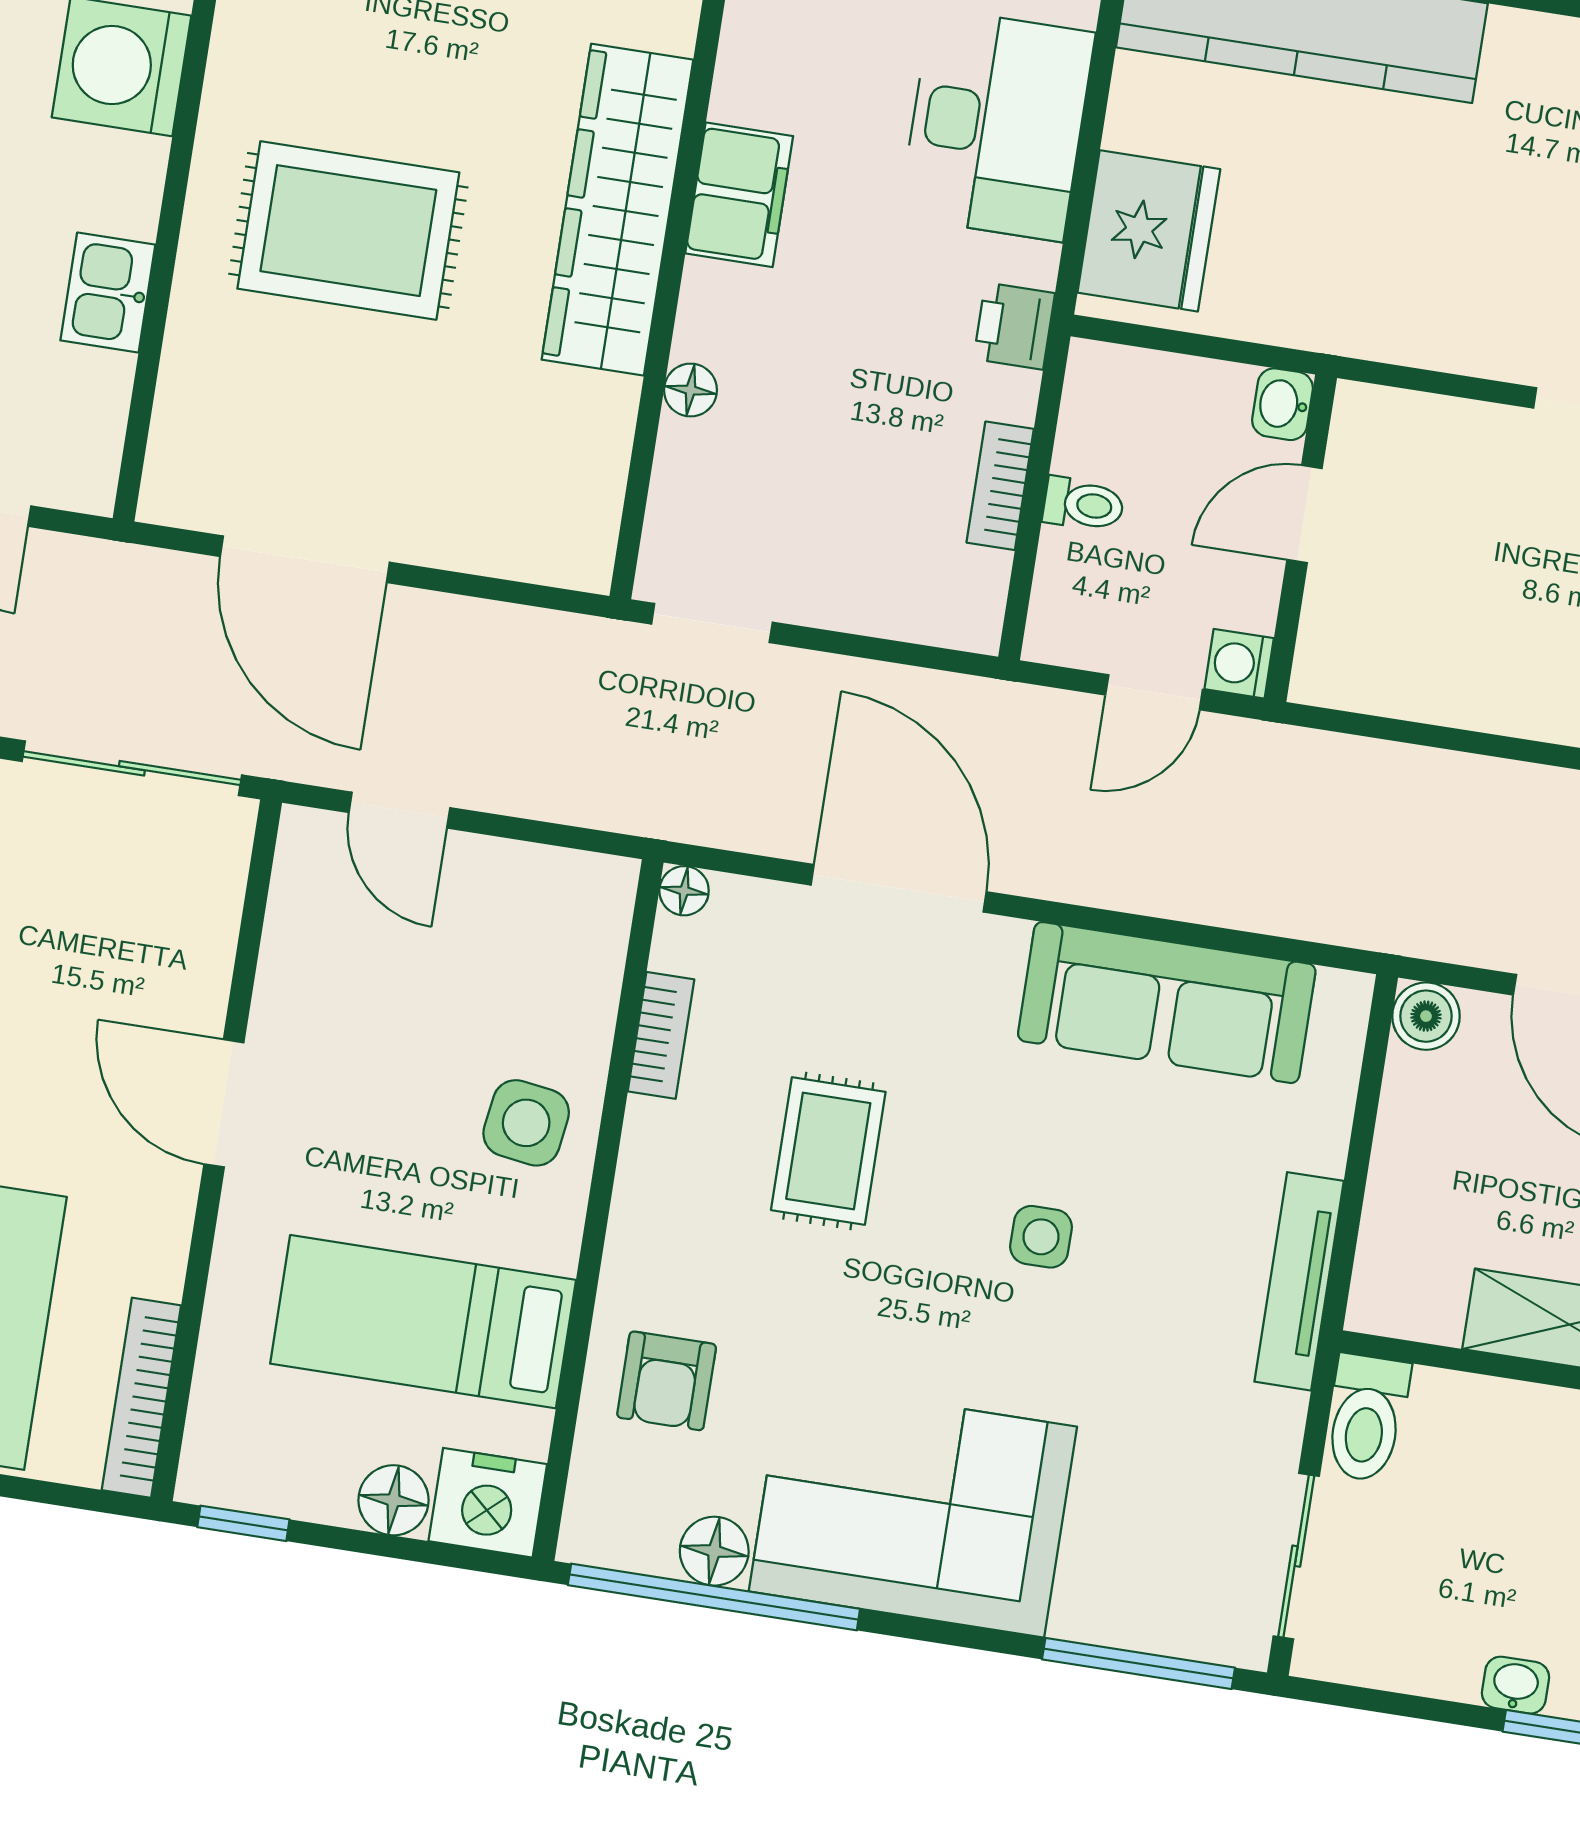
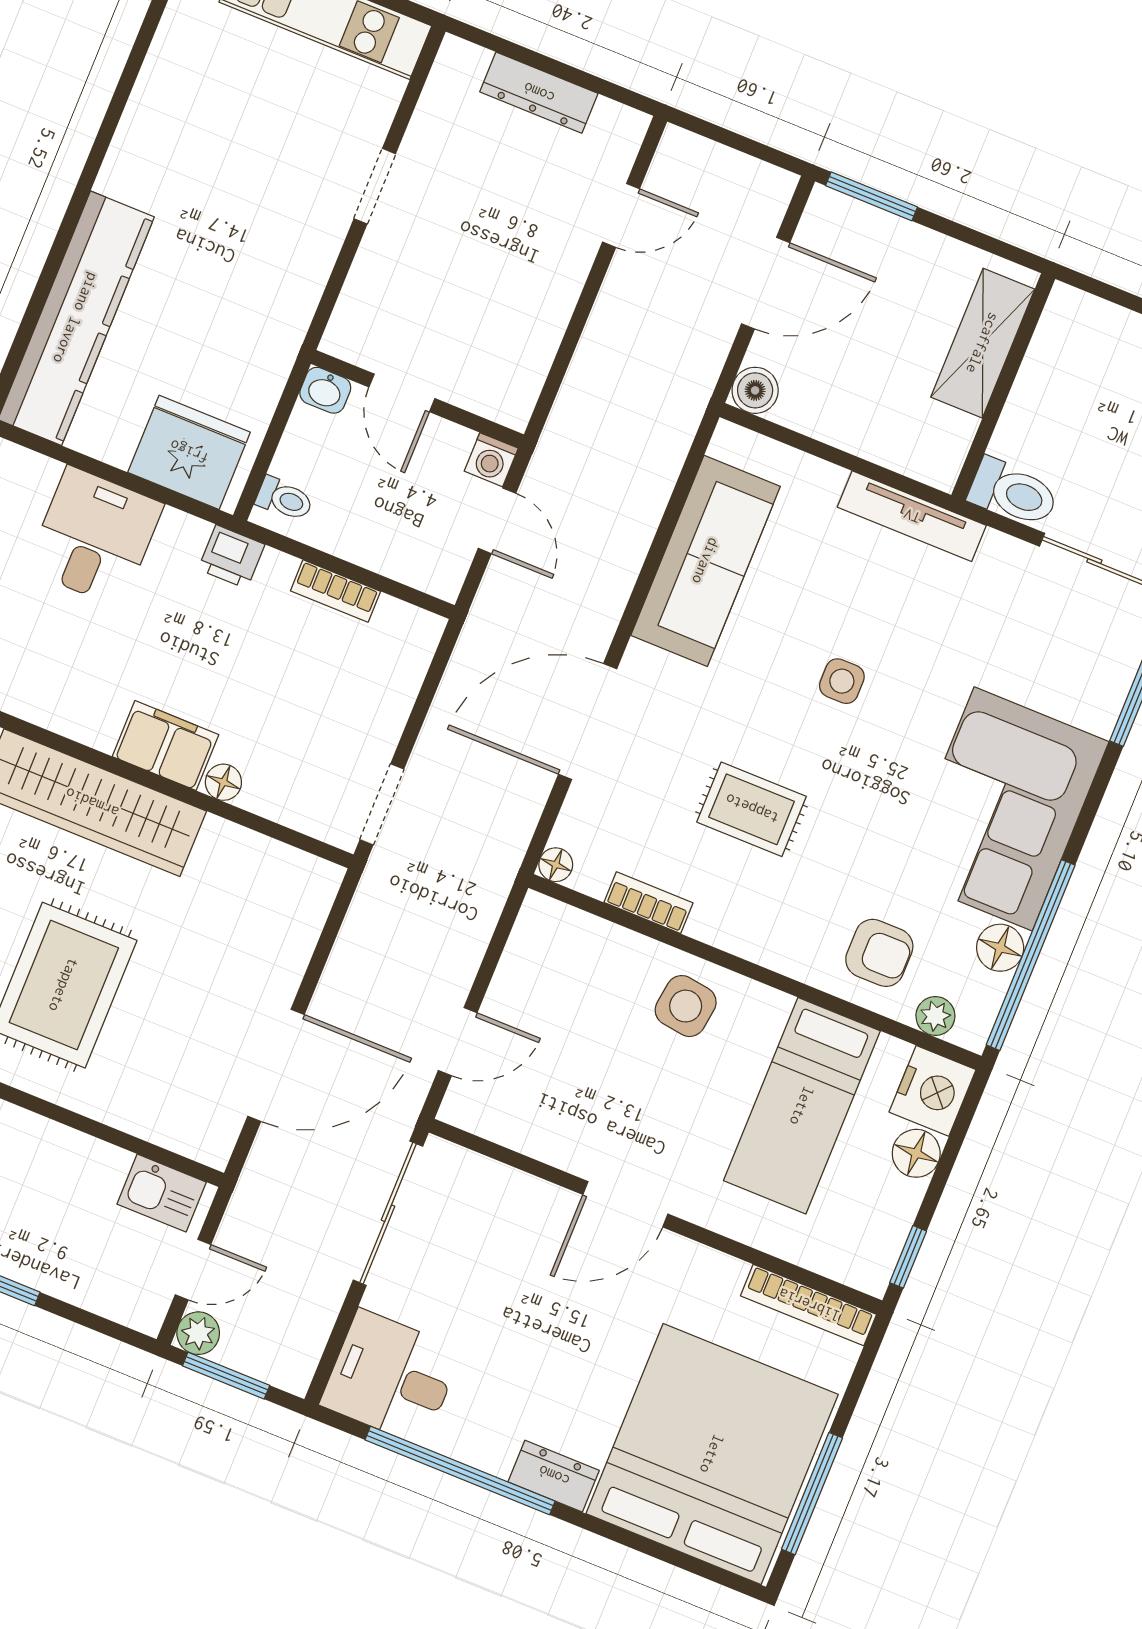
desk: (997, 125) -> (95, 537), width x0.73
filing cabinet: (739, 195) -> (166, 746), moved
kitchen sink: (108, 293) -> (162, 1193), moved
toilet: (1084, 504) -> (284, 499), moved, turned 90
plant: (595, 1482) -> (935, 1016), added

